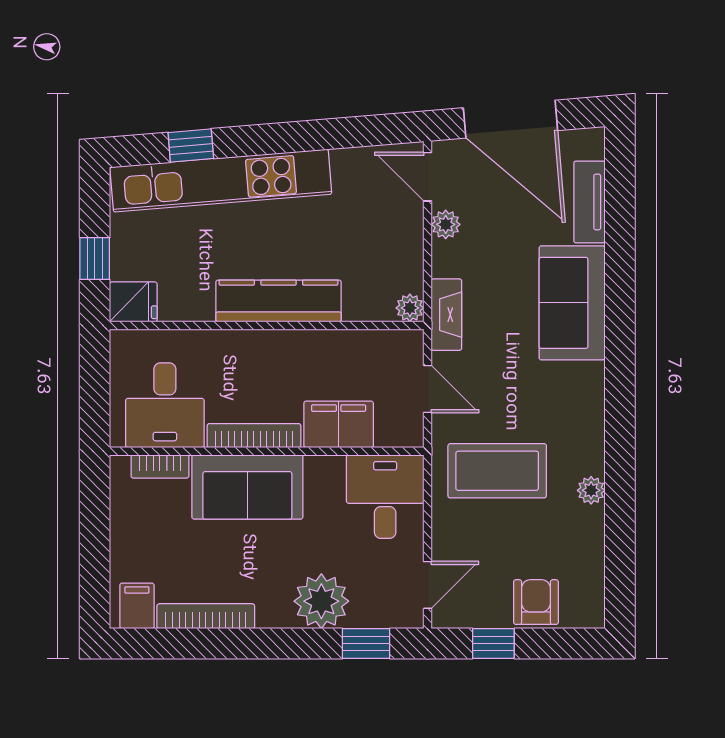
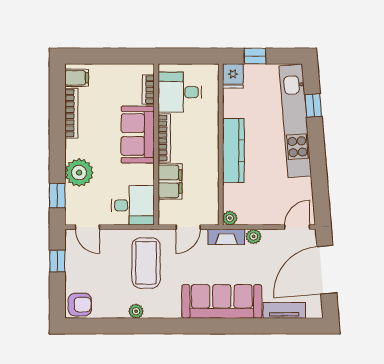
plant: (446, 224) -> (254, 236), moved
sofa: (572, 303) -> (222, 301), width x1.36
armchair: (536, 602) -> (80, 305), moved

